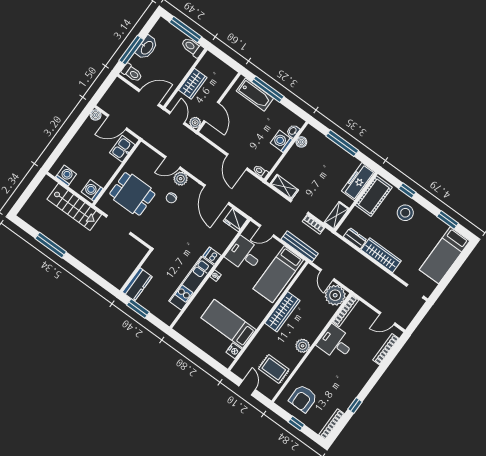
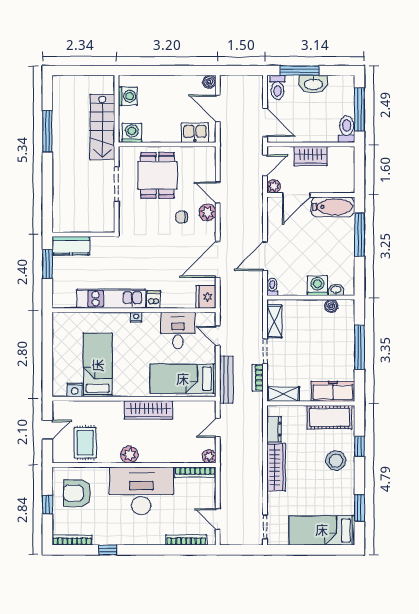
bathtub: (255, 95) -> (333, 207), moved, turned -90
plant: (335, 295) -> (209, 456), width x0.53, depth x0.53
desk: (336, 343) -> (141, 491), width x1.87, depth x1.30

